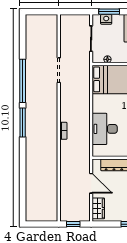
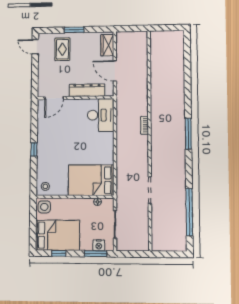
window: (23, 81) -> (189, 212), moved
desk: (105, 129) -> (101, 115), moved
window: (73, 224) -> (134, 29), removed

